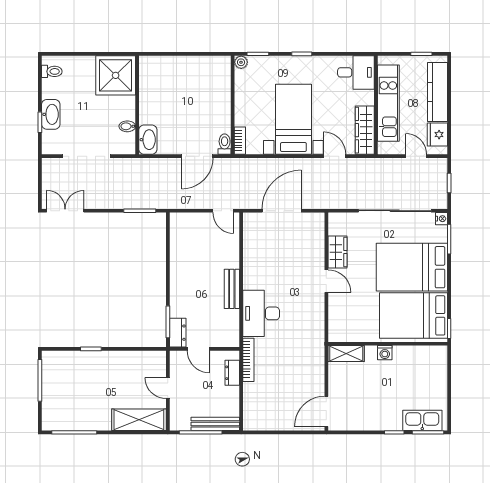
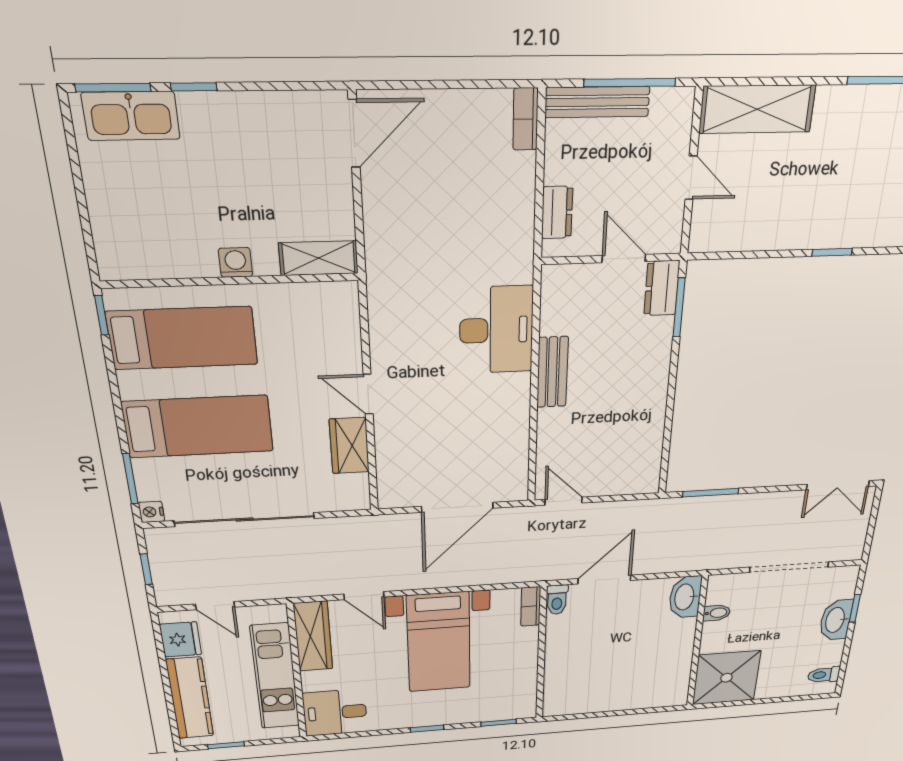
plant: (241, 62) -> (526, 710), removed
bed: (412, 267) -> (198, 427), width x0.67
bed: (414, 315) -> (183, 338), width x0.67
bookcase: (248, 360) -> (526, 119), moved, width x0.64

